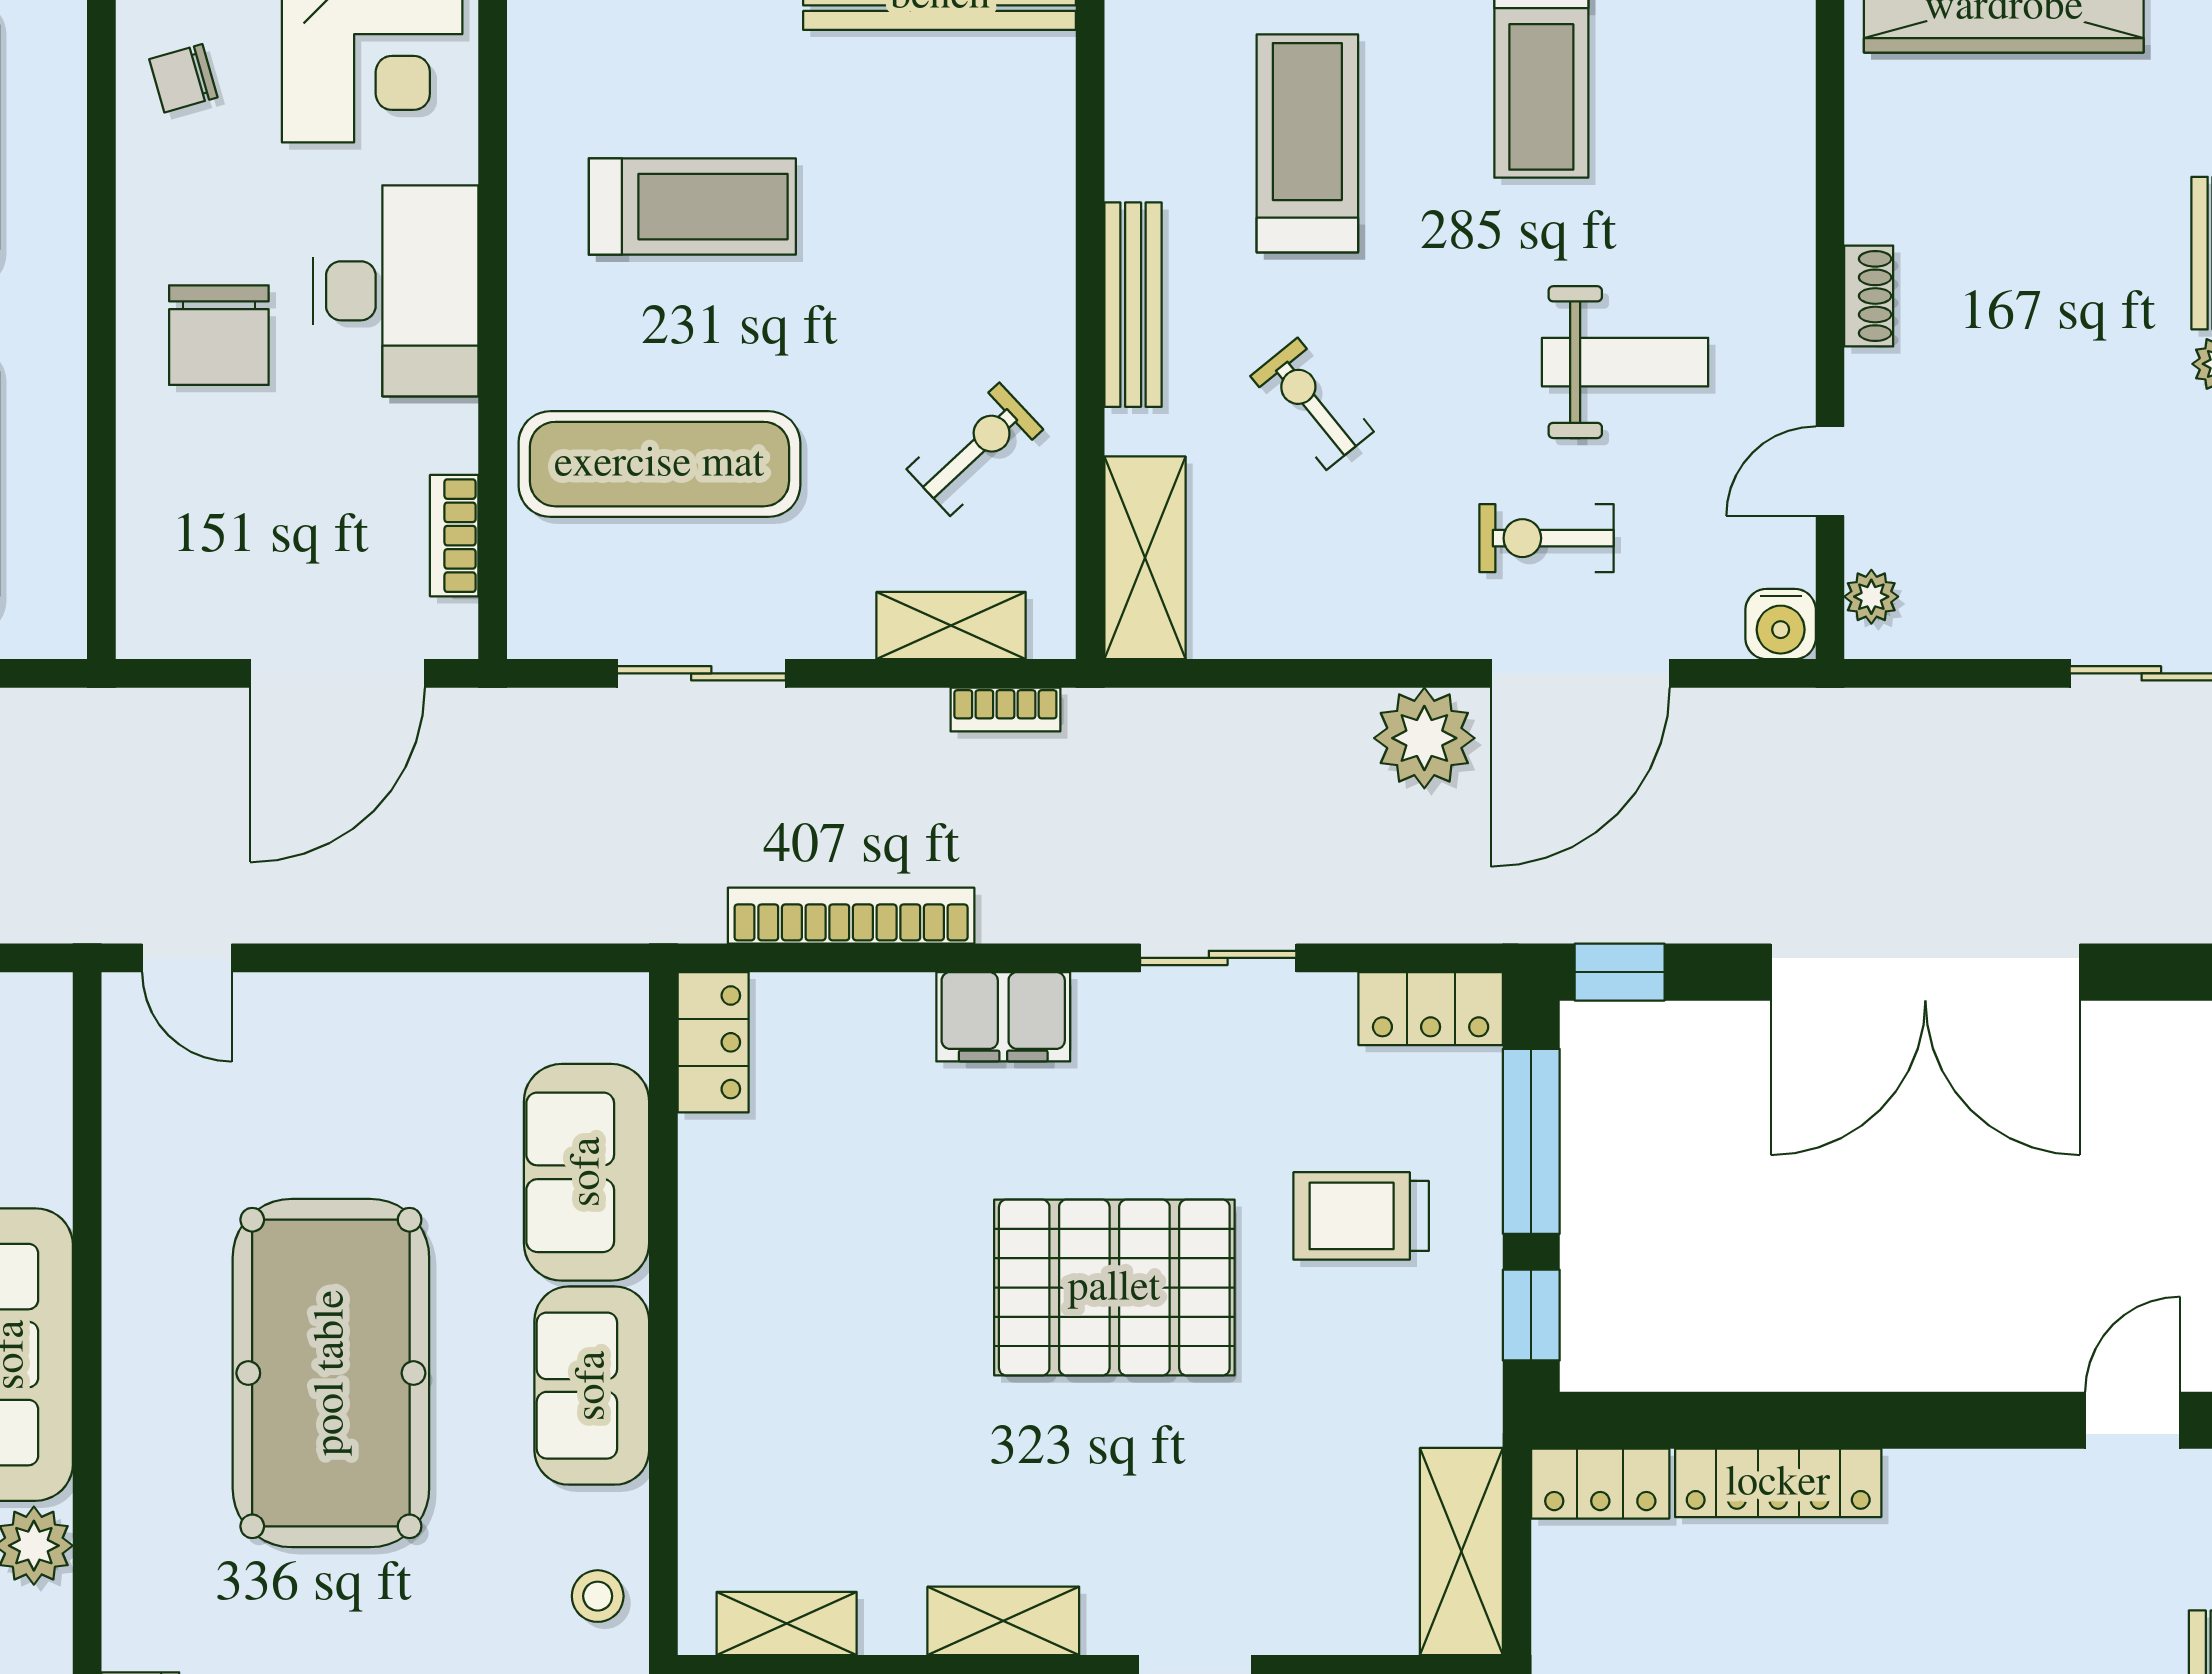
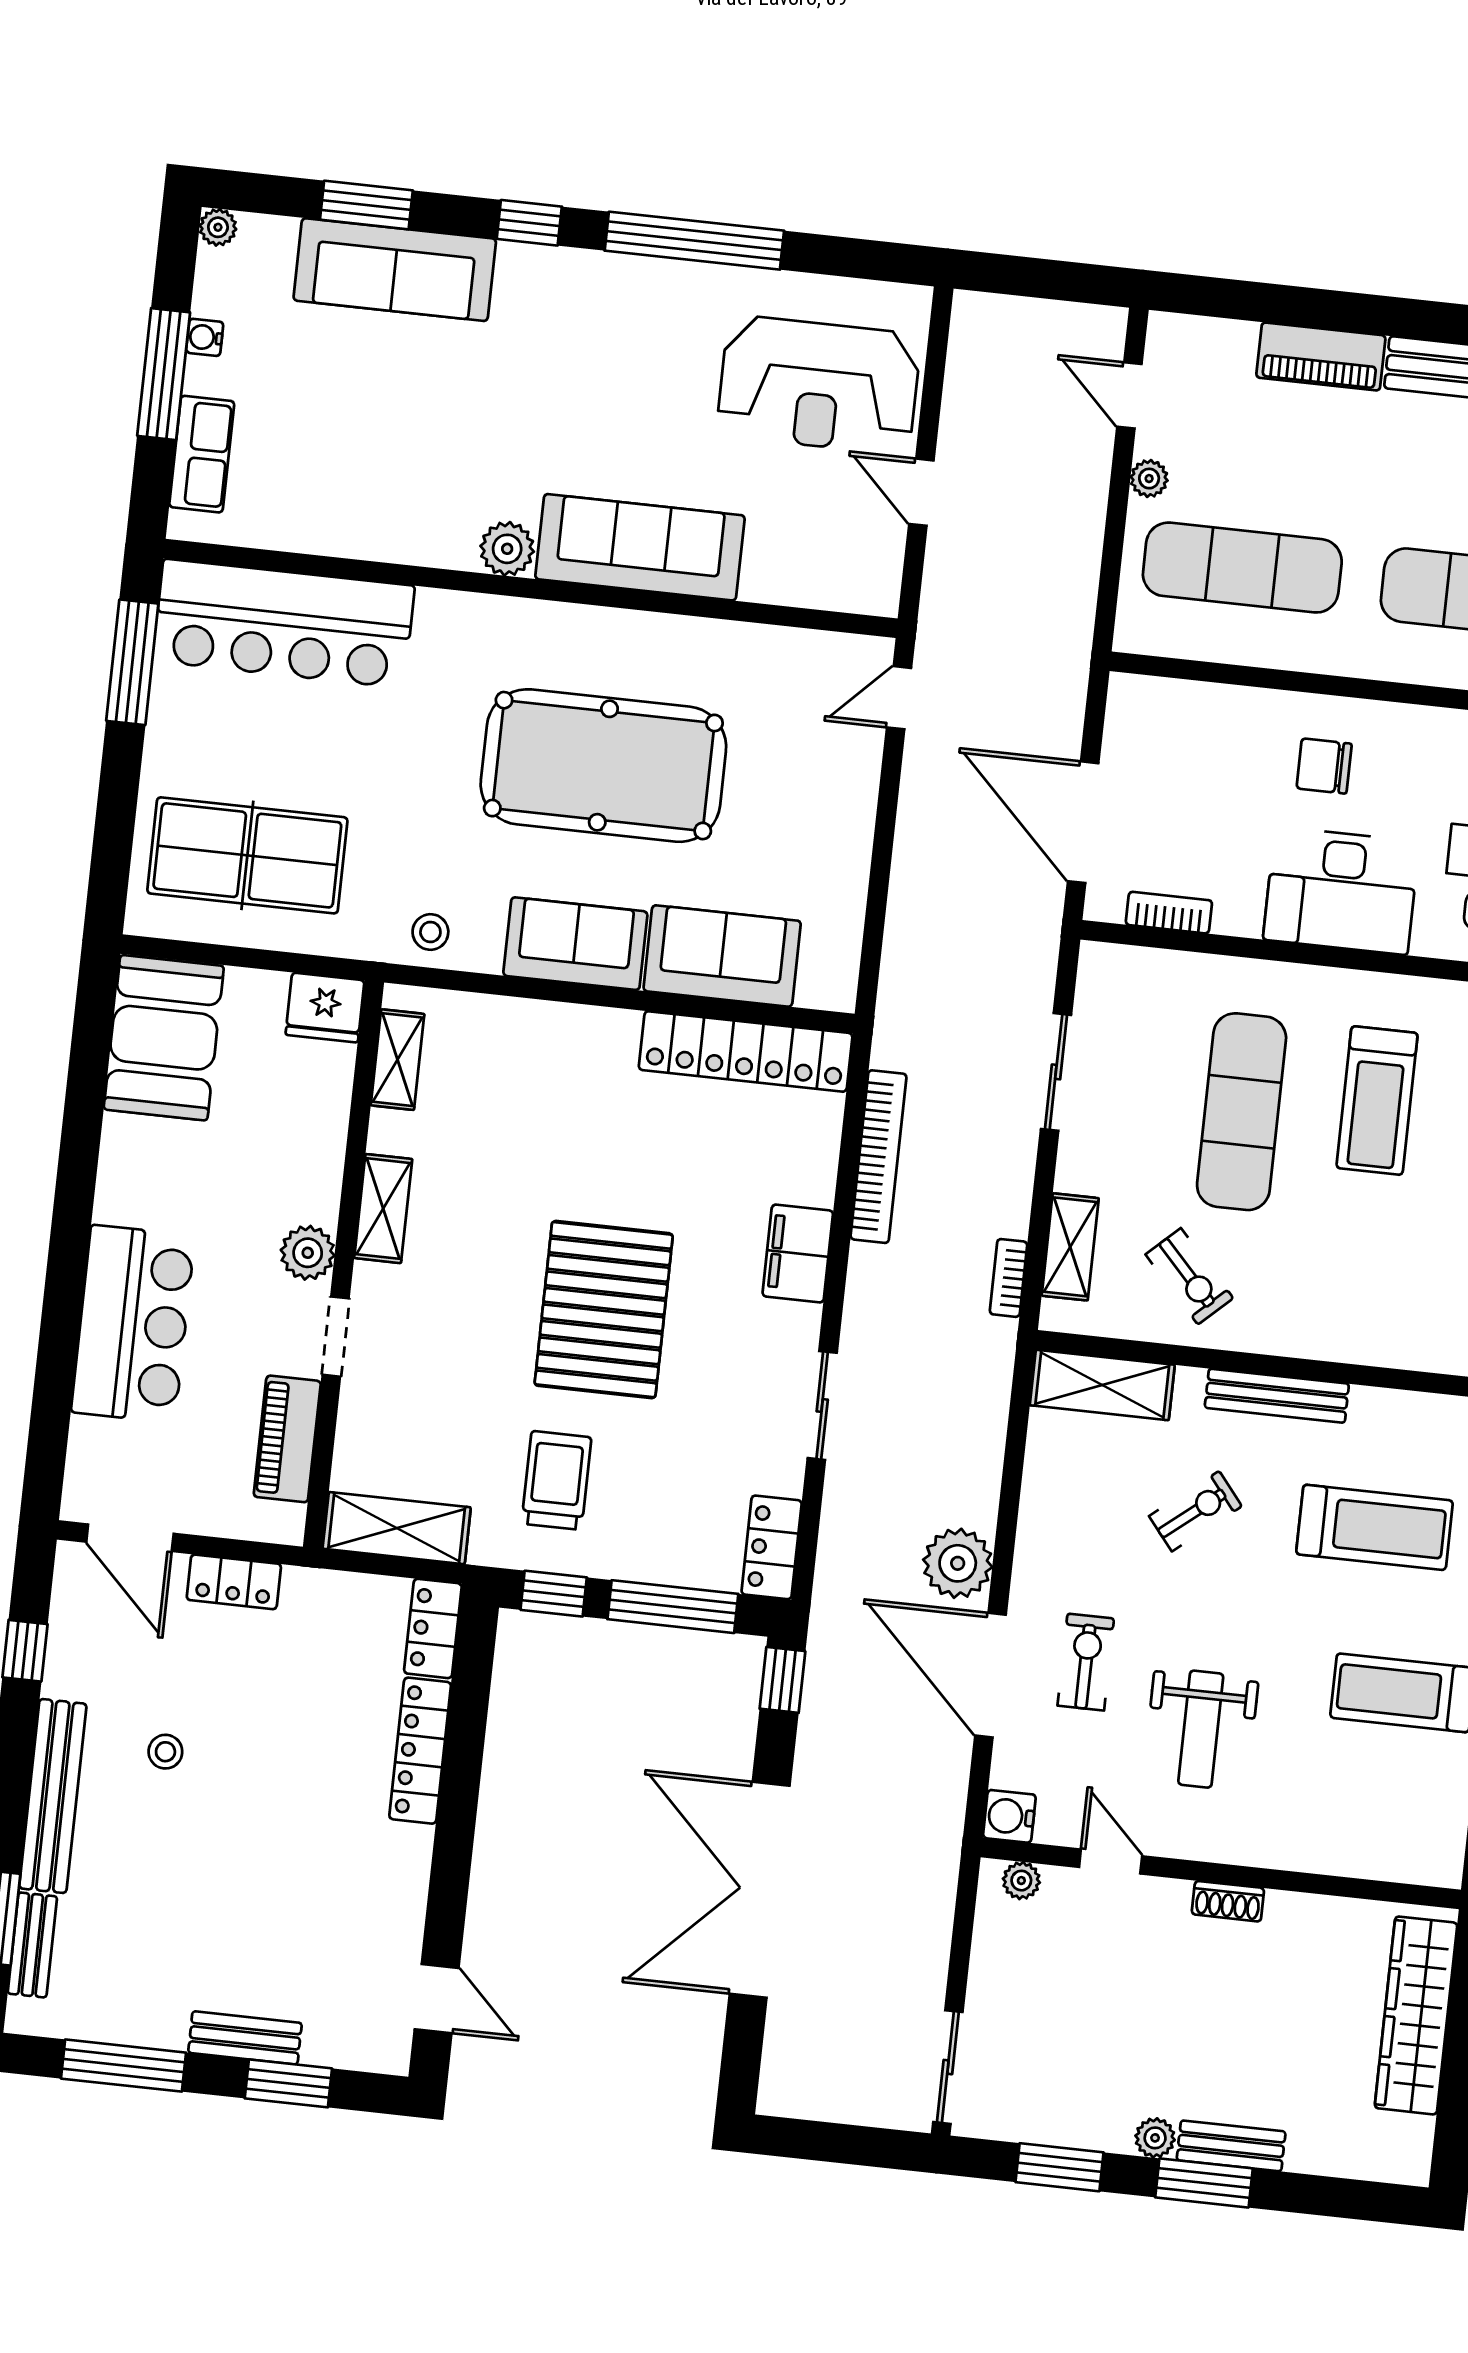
chair: (219, 335) -> (1324, 766), width x0.73, depth x0.73
exercise mat: (659, 464) -> (1242, 1112), moved
locker: (713, 1042) -> (746, 1051), width x2.16, depth x1.21
trolley: (1361, 1216) -> (556, 1480), moved

